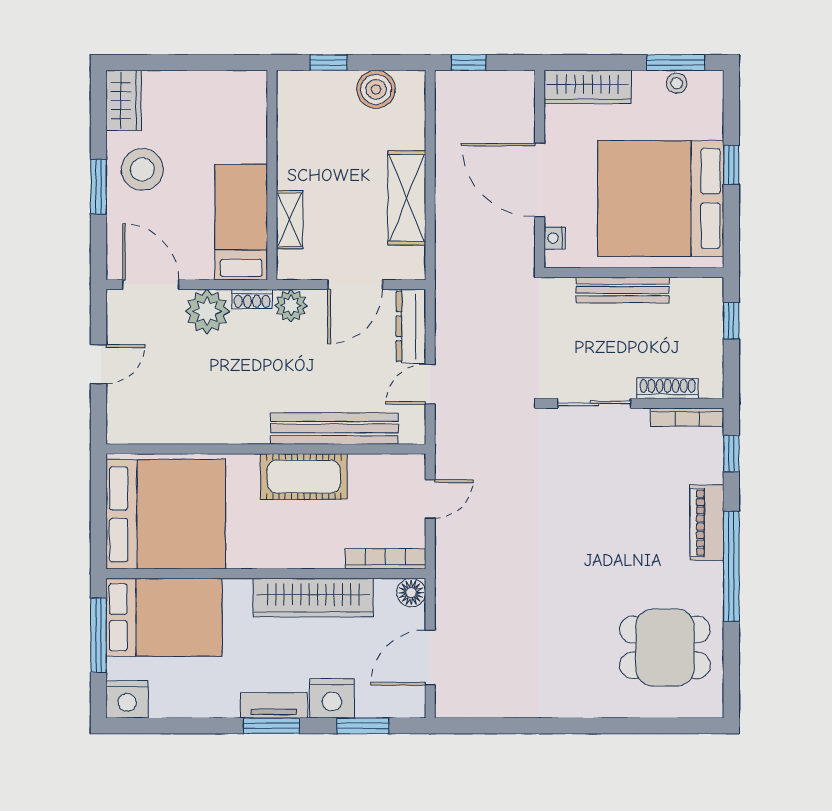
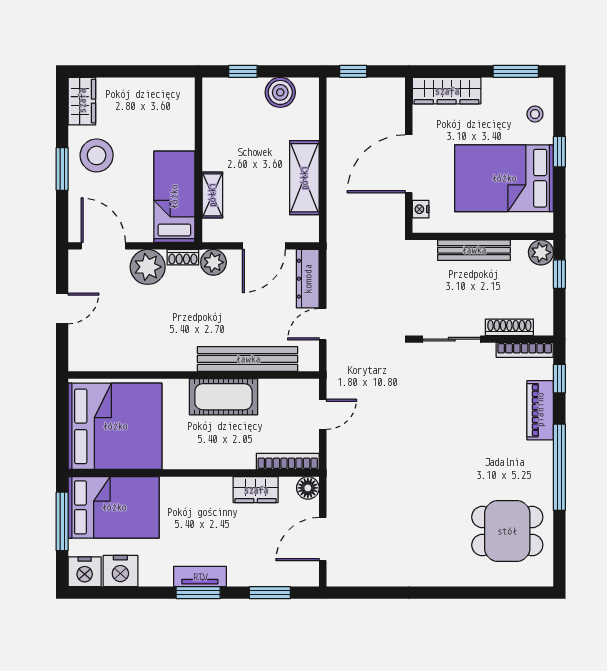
stool: (677, 83) -> (535, 114), moved
door: (540, 180) -> (409, 164), hinge flipped
bed: (661, 198) -> (504, 178), width x0.73
plant: (708, 293) -> (541, 252), added
piano: (707, 523) -> (540, 410), moved
wardrobe: (313, 598) -> (256, 490), width x0.48, depth x0.85
nightstand: (332, 698) -> (120, 571), moved

